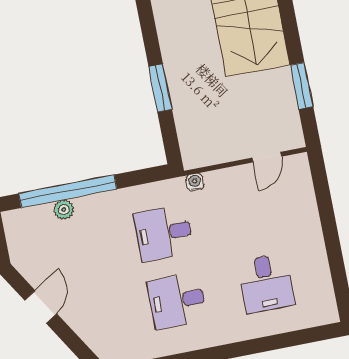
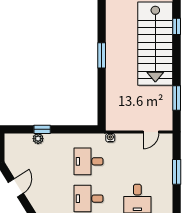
window: (160, 88) -> (102, 55), moved
window: (68, 191) -> (42, 129), width x0.32
window: (328, 220) -> (177, 172), added

